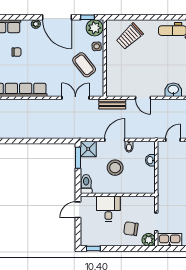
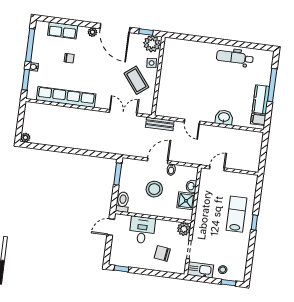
trolley: (130, 36) -> (186, 57), removed
shower: (88, 149) -> (186, 201), moved
plant: (149, 240) -> (184, 229), moved

